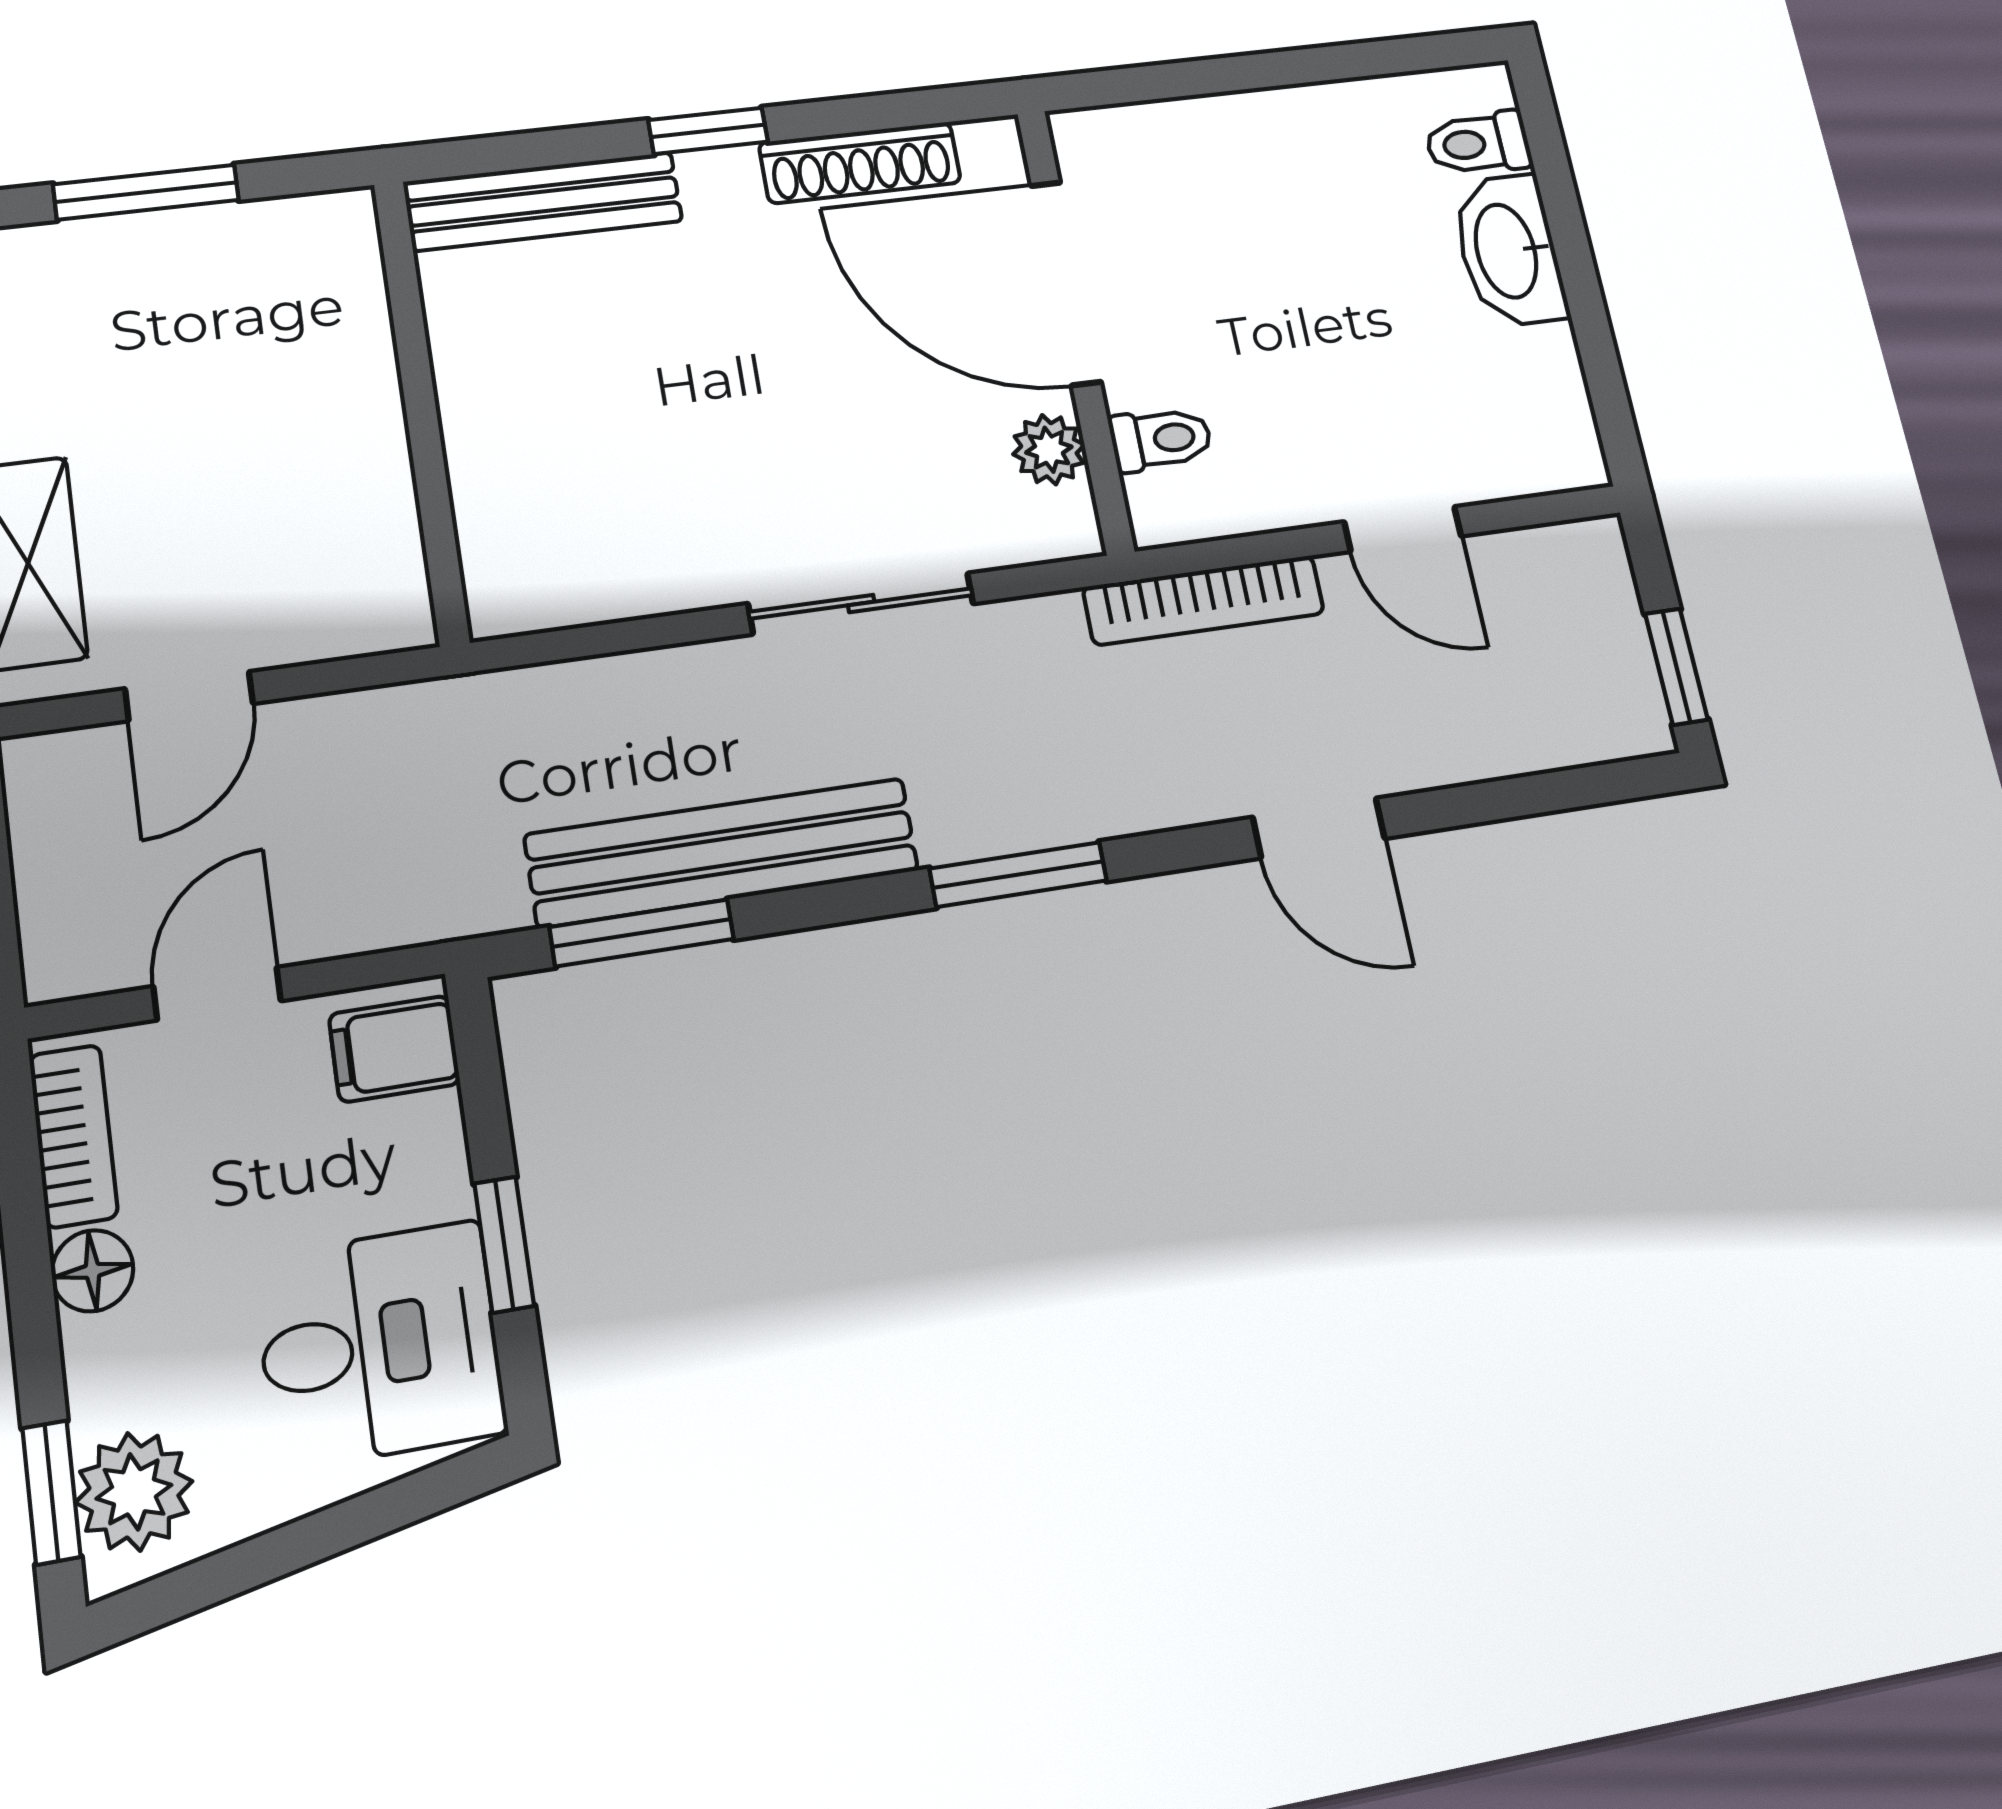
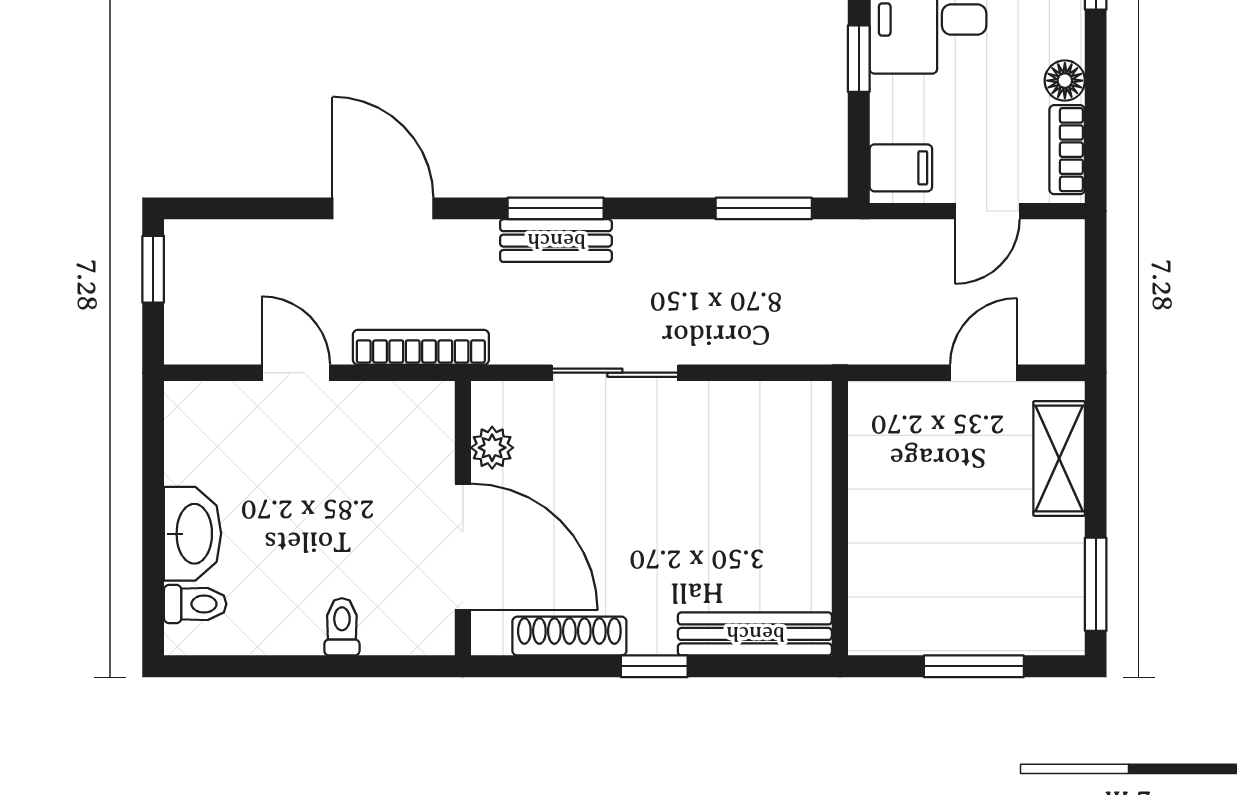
toilet: (1161, 439) -> (342, 627), moved, turned 90
door: (1319, 828) -> (383, 208), width x1.38
bench: (722, 852) -> (556, 241), moved, width x0.54, depth x0.82

